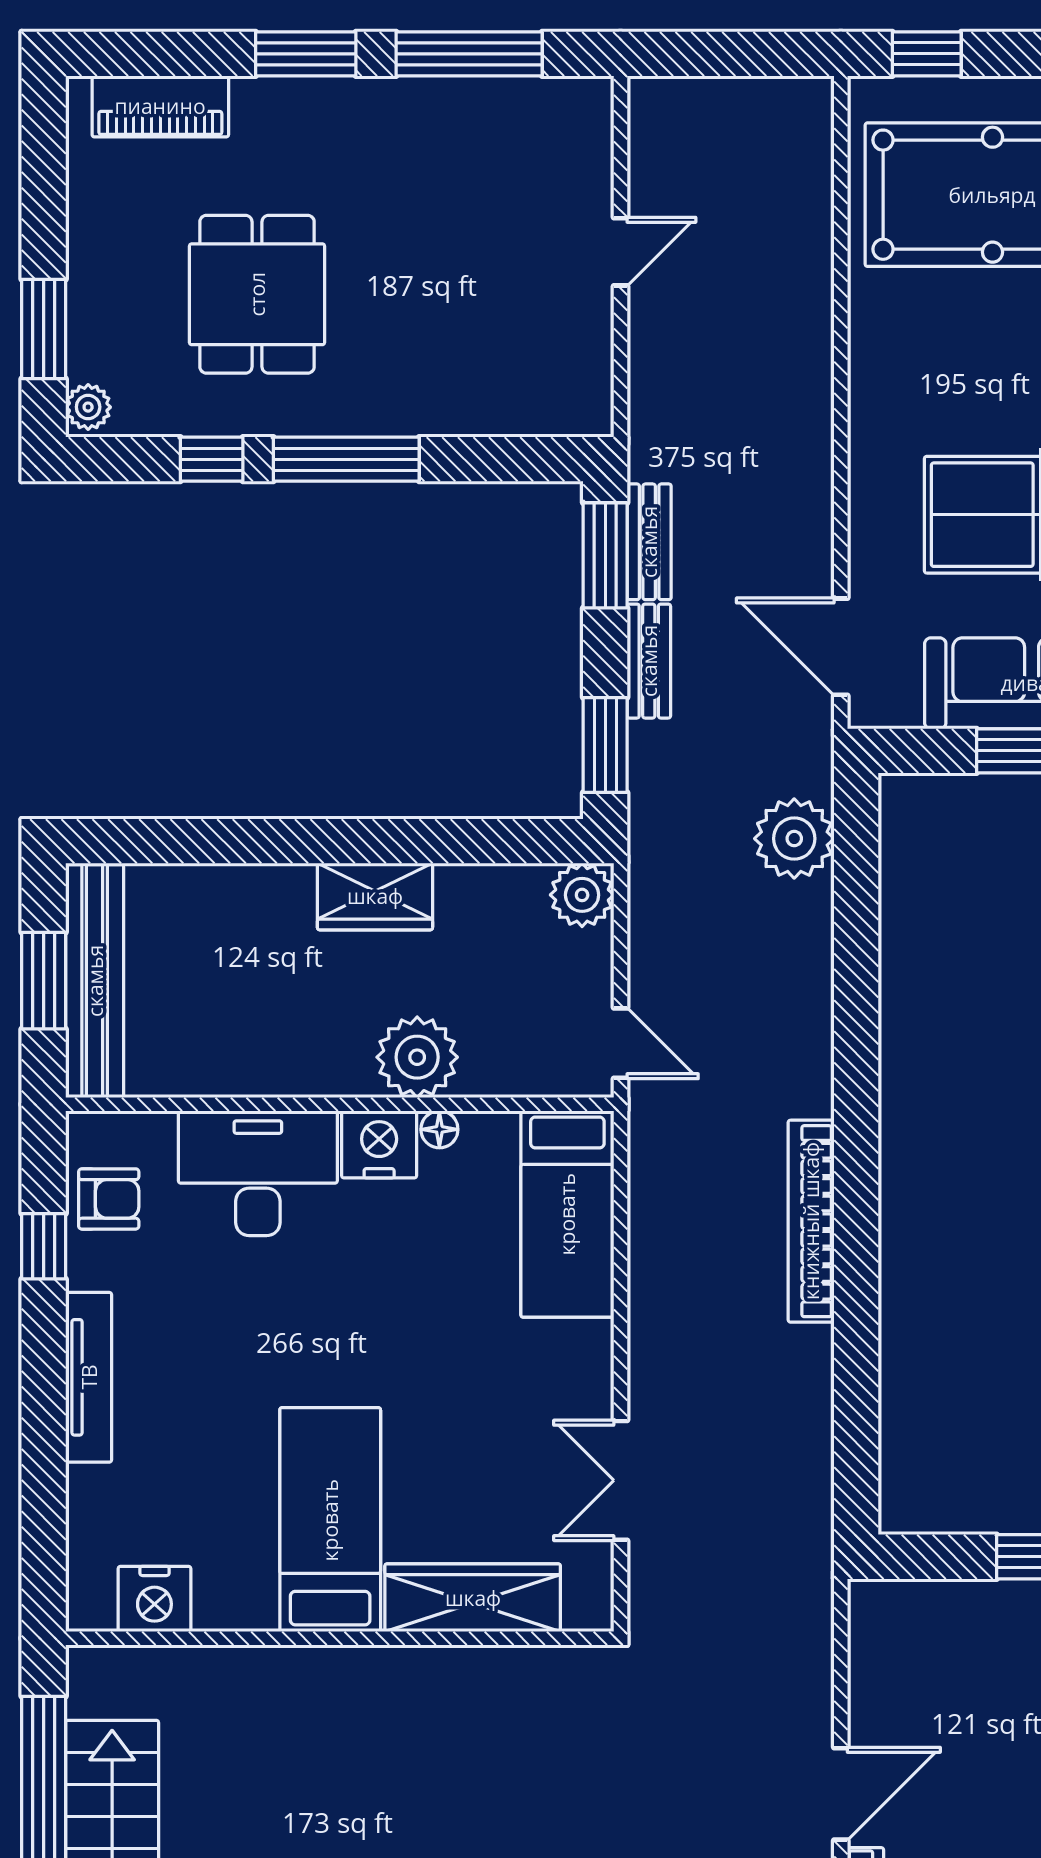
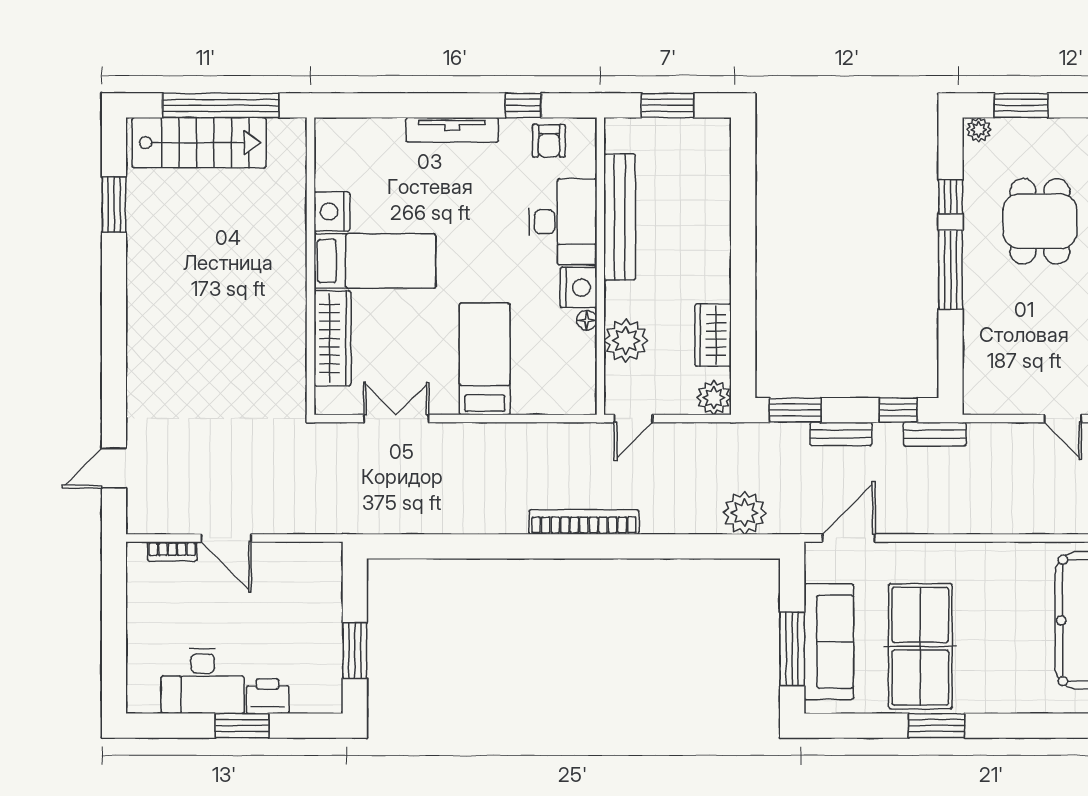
dining table: (257, 294) -> (1040, 221), turned 90
bench: (649, 542) -> (935, 434), moved
window: (605, 555) -> (898, 410), width x0.67
wardrobe: (375, 896) -> (713, 335), moved
bench: (95, 981) -> (620, 217), moved, turned 90
plant: (417, 1057) -> (626, 340), moved
bed: (567, 1214) -> (485, 359), moved, turned 90
bookcase: (811, 1221) -> (584, 522), moved
nightstand: (154, 1599) -> (332, 211), moved

